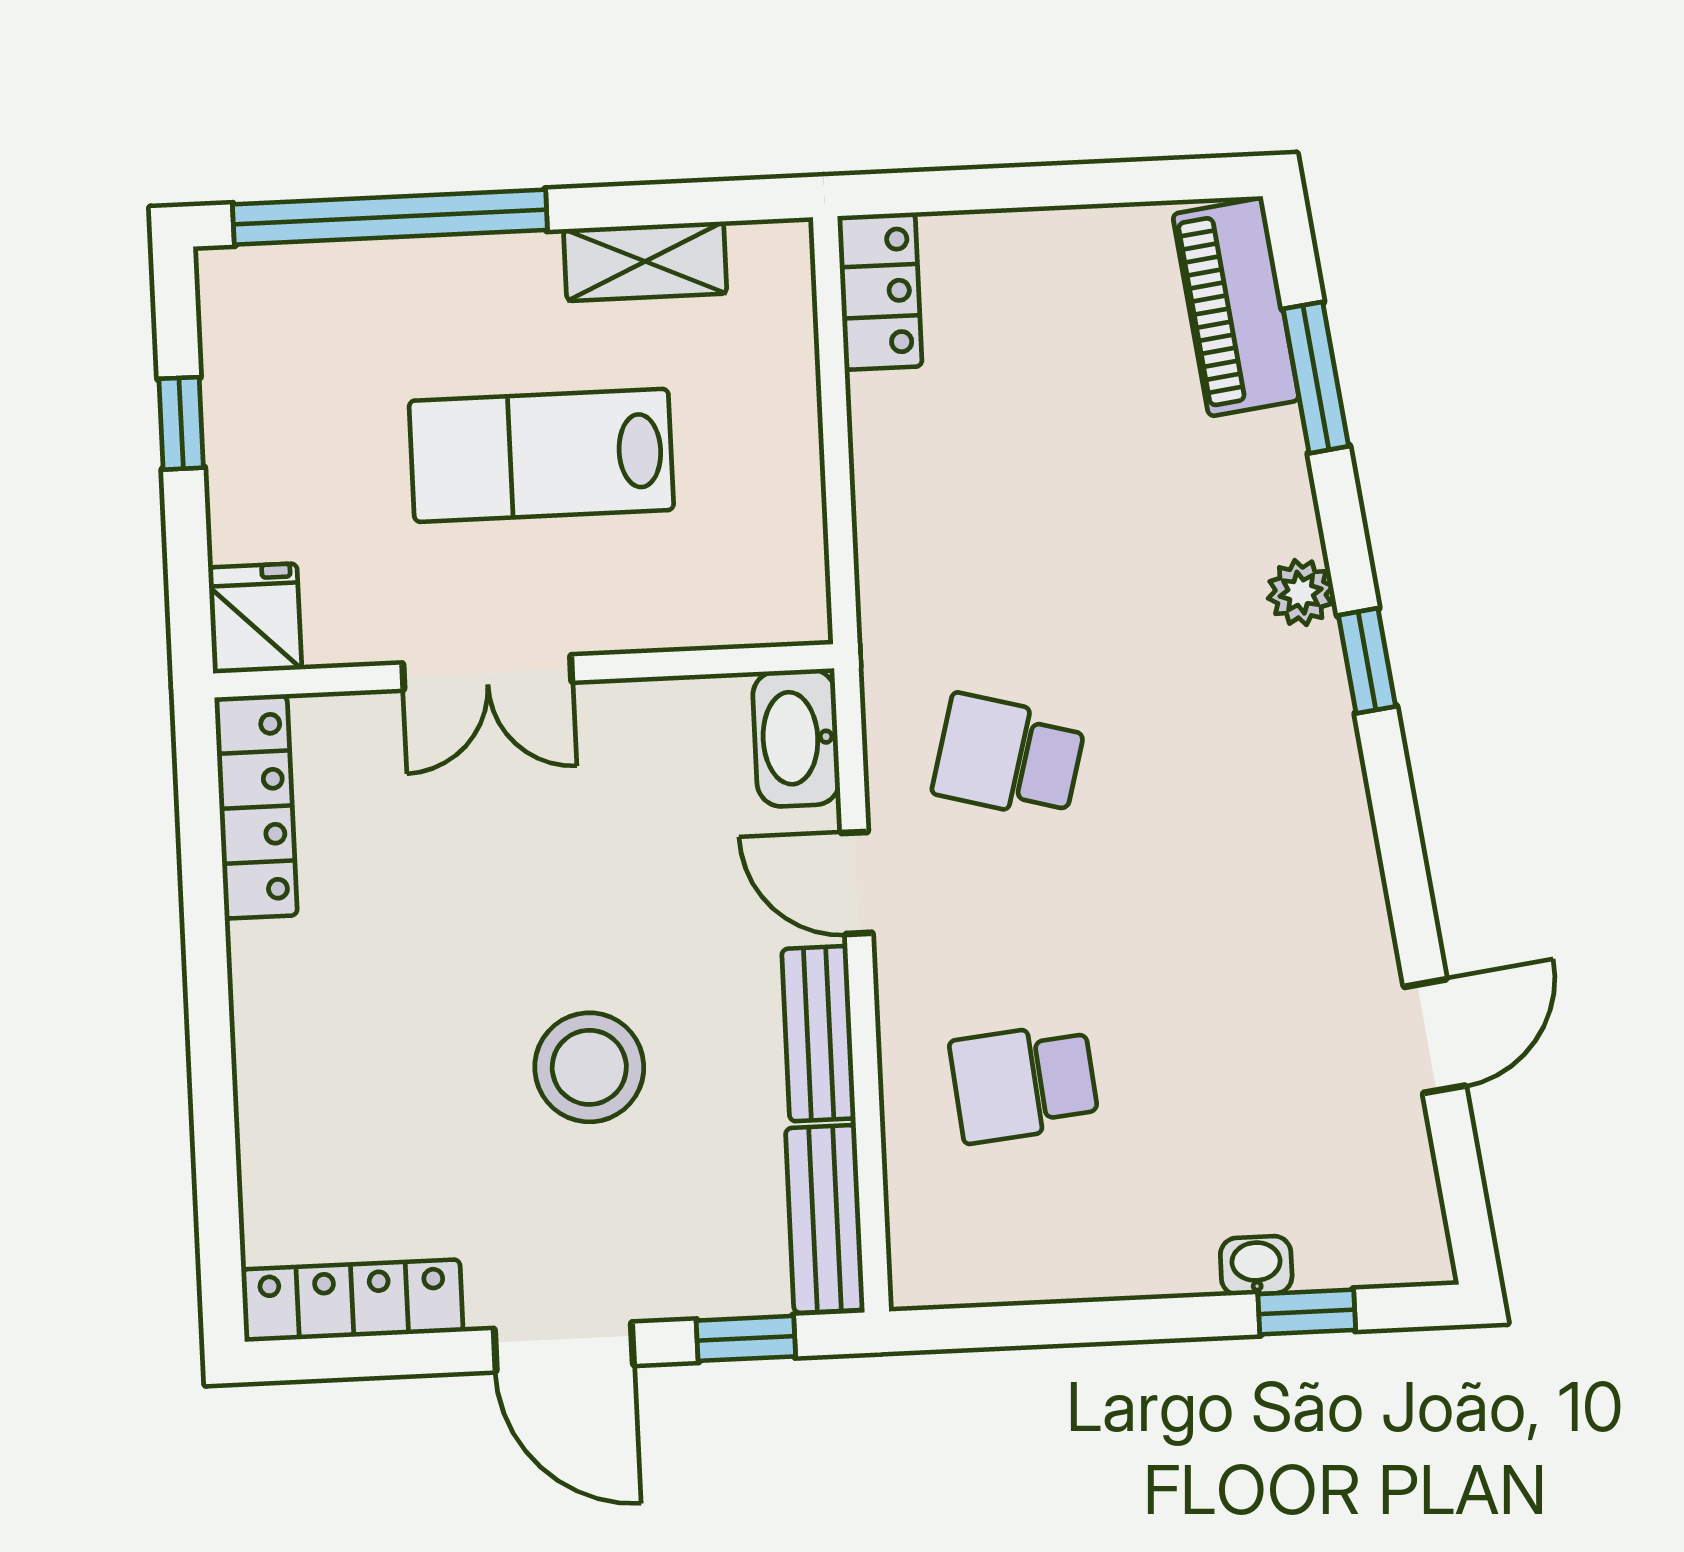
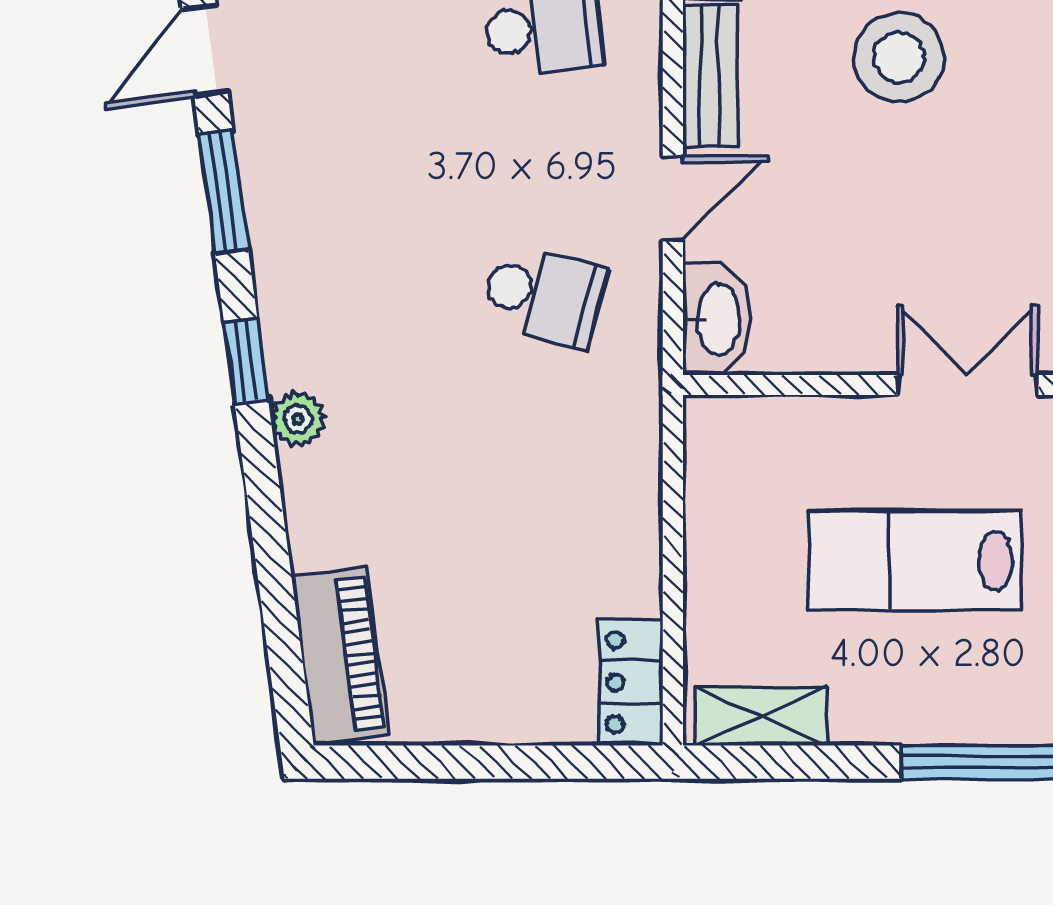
shelving: (645, 261) -> (761, 716), moved
window: (1316, 378) -> (224, 192), moved
lab bench: (541, 455) -> (915, 561), turned 180
door: (857, 883) -> (673, 198), hinge flipped

